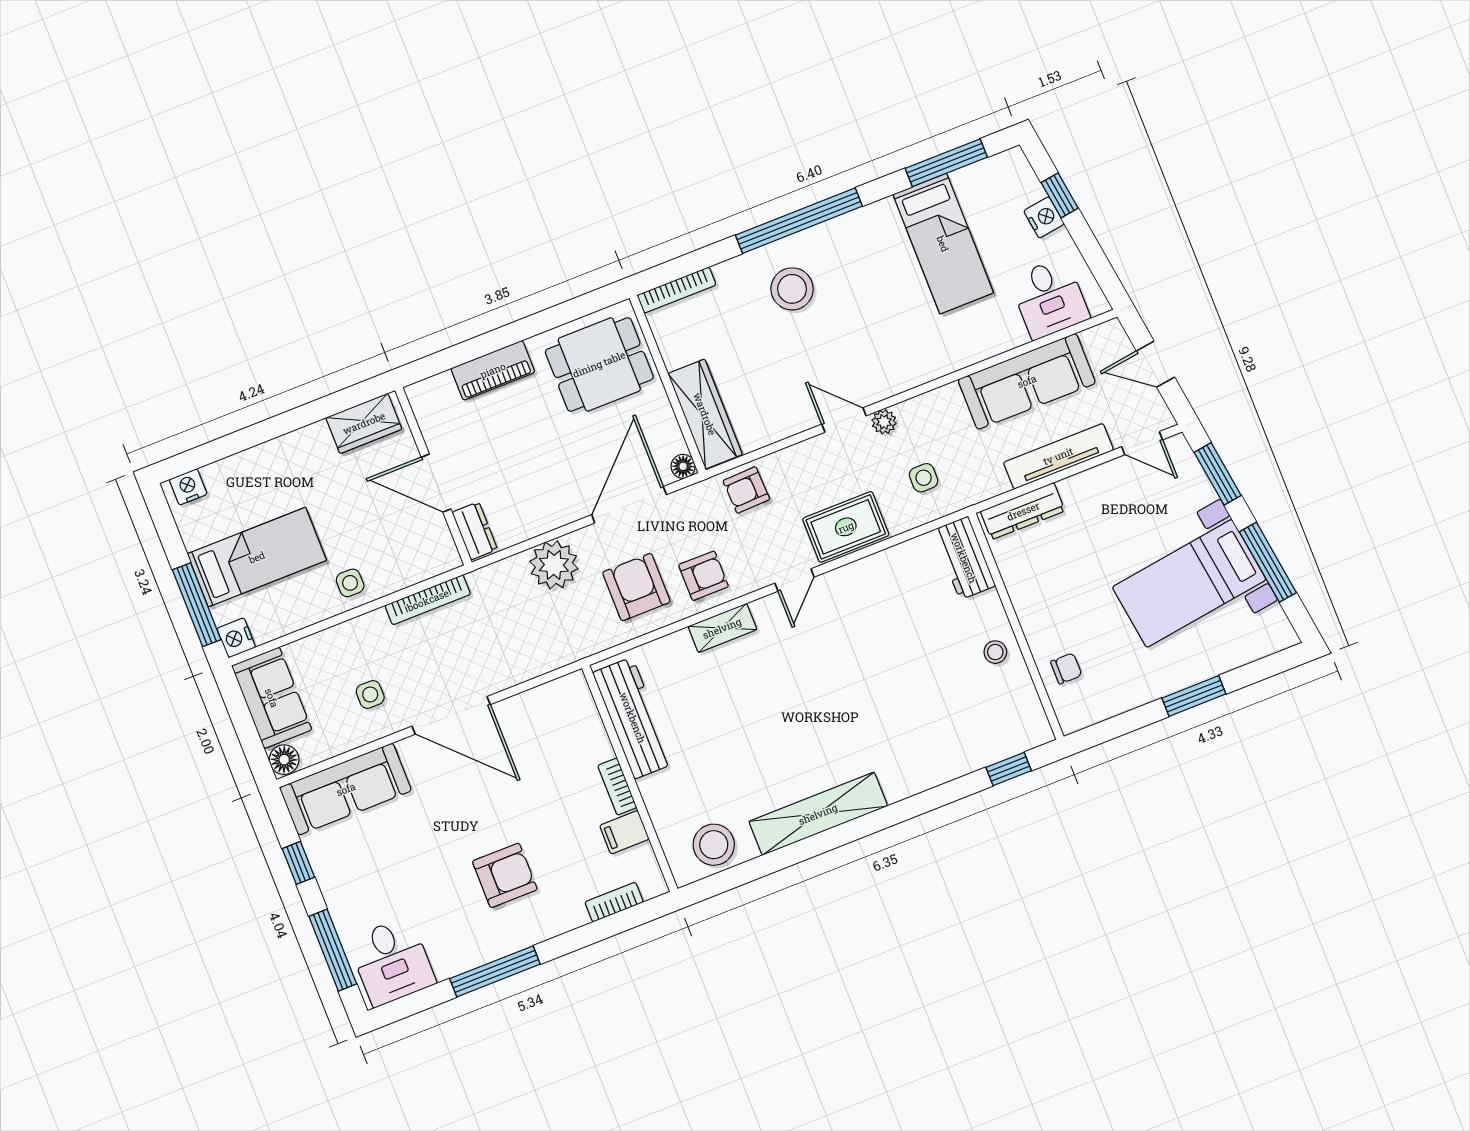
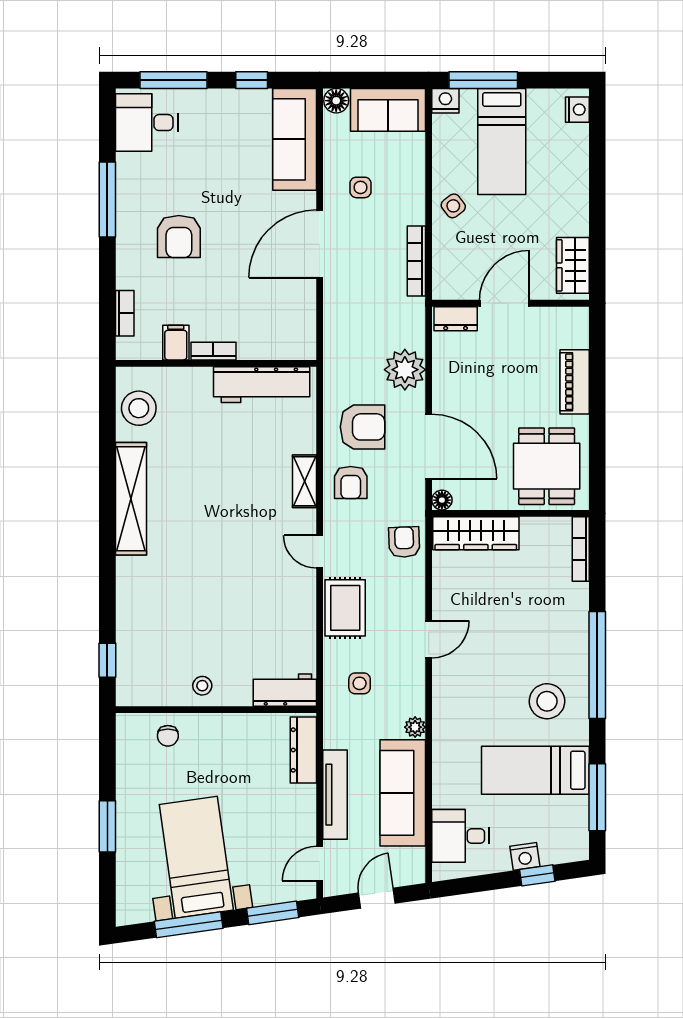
stool: (792, 289) -> (547, 701), moved
plant: (884, 422) -> (415, 727), moved
side table: (350, 583) -> (453, 206), turned -38

